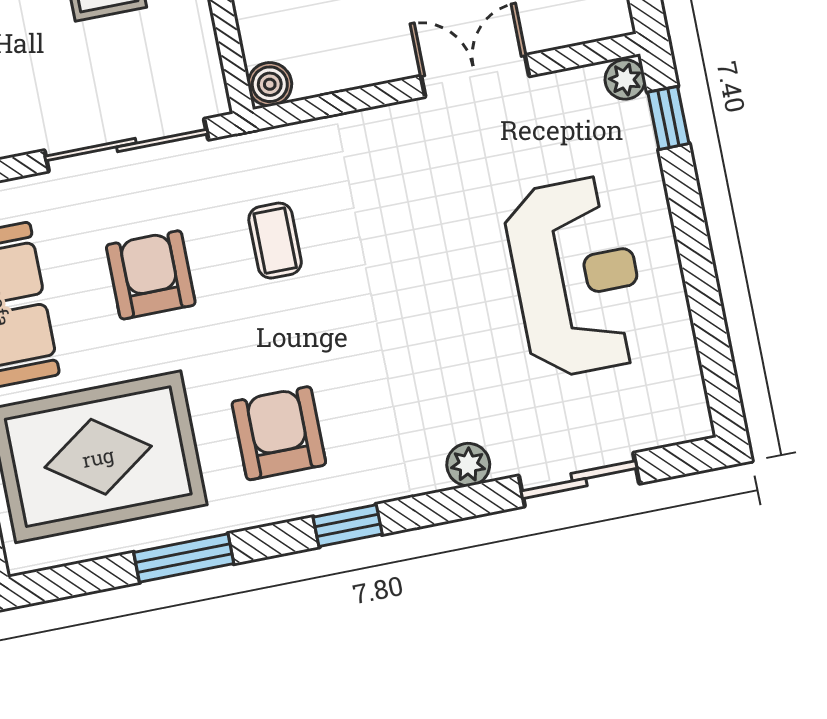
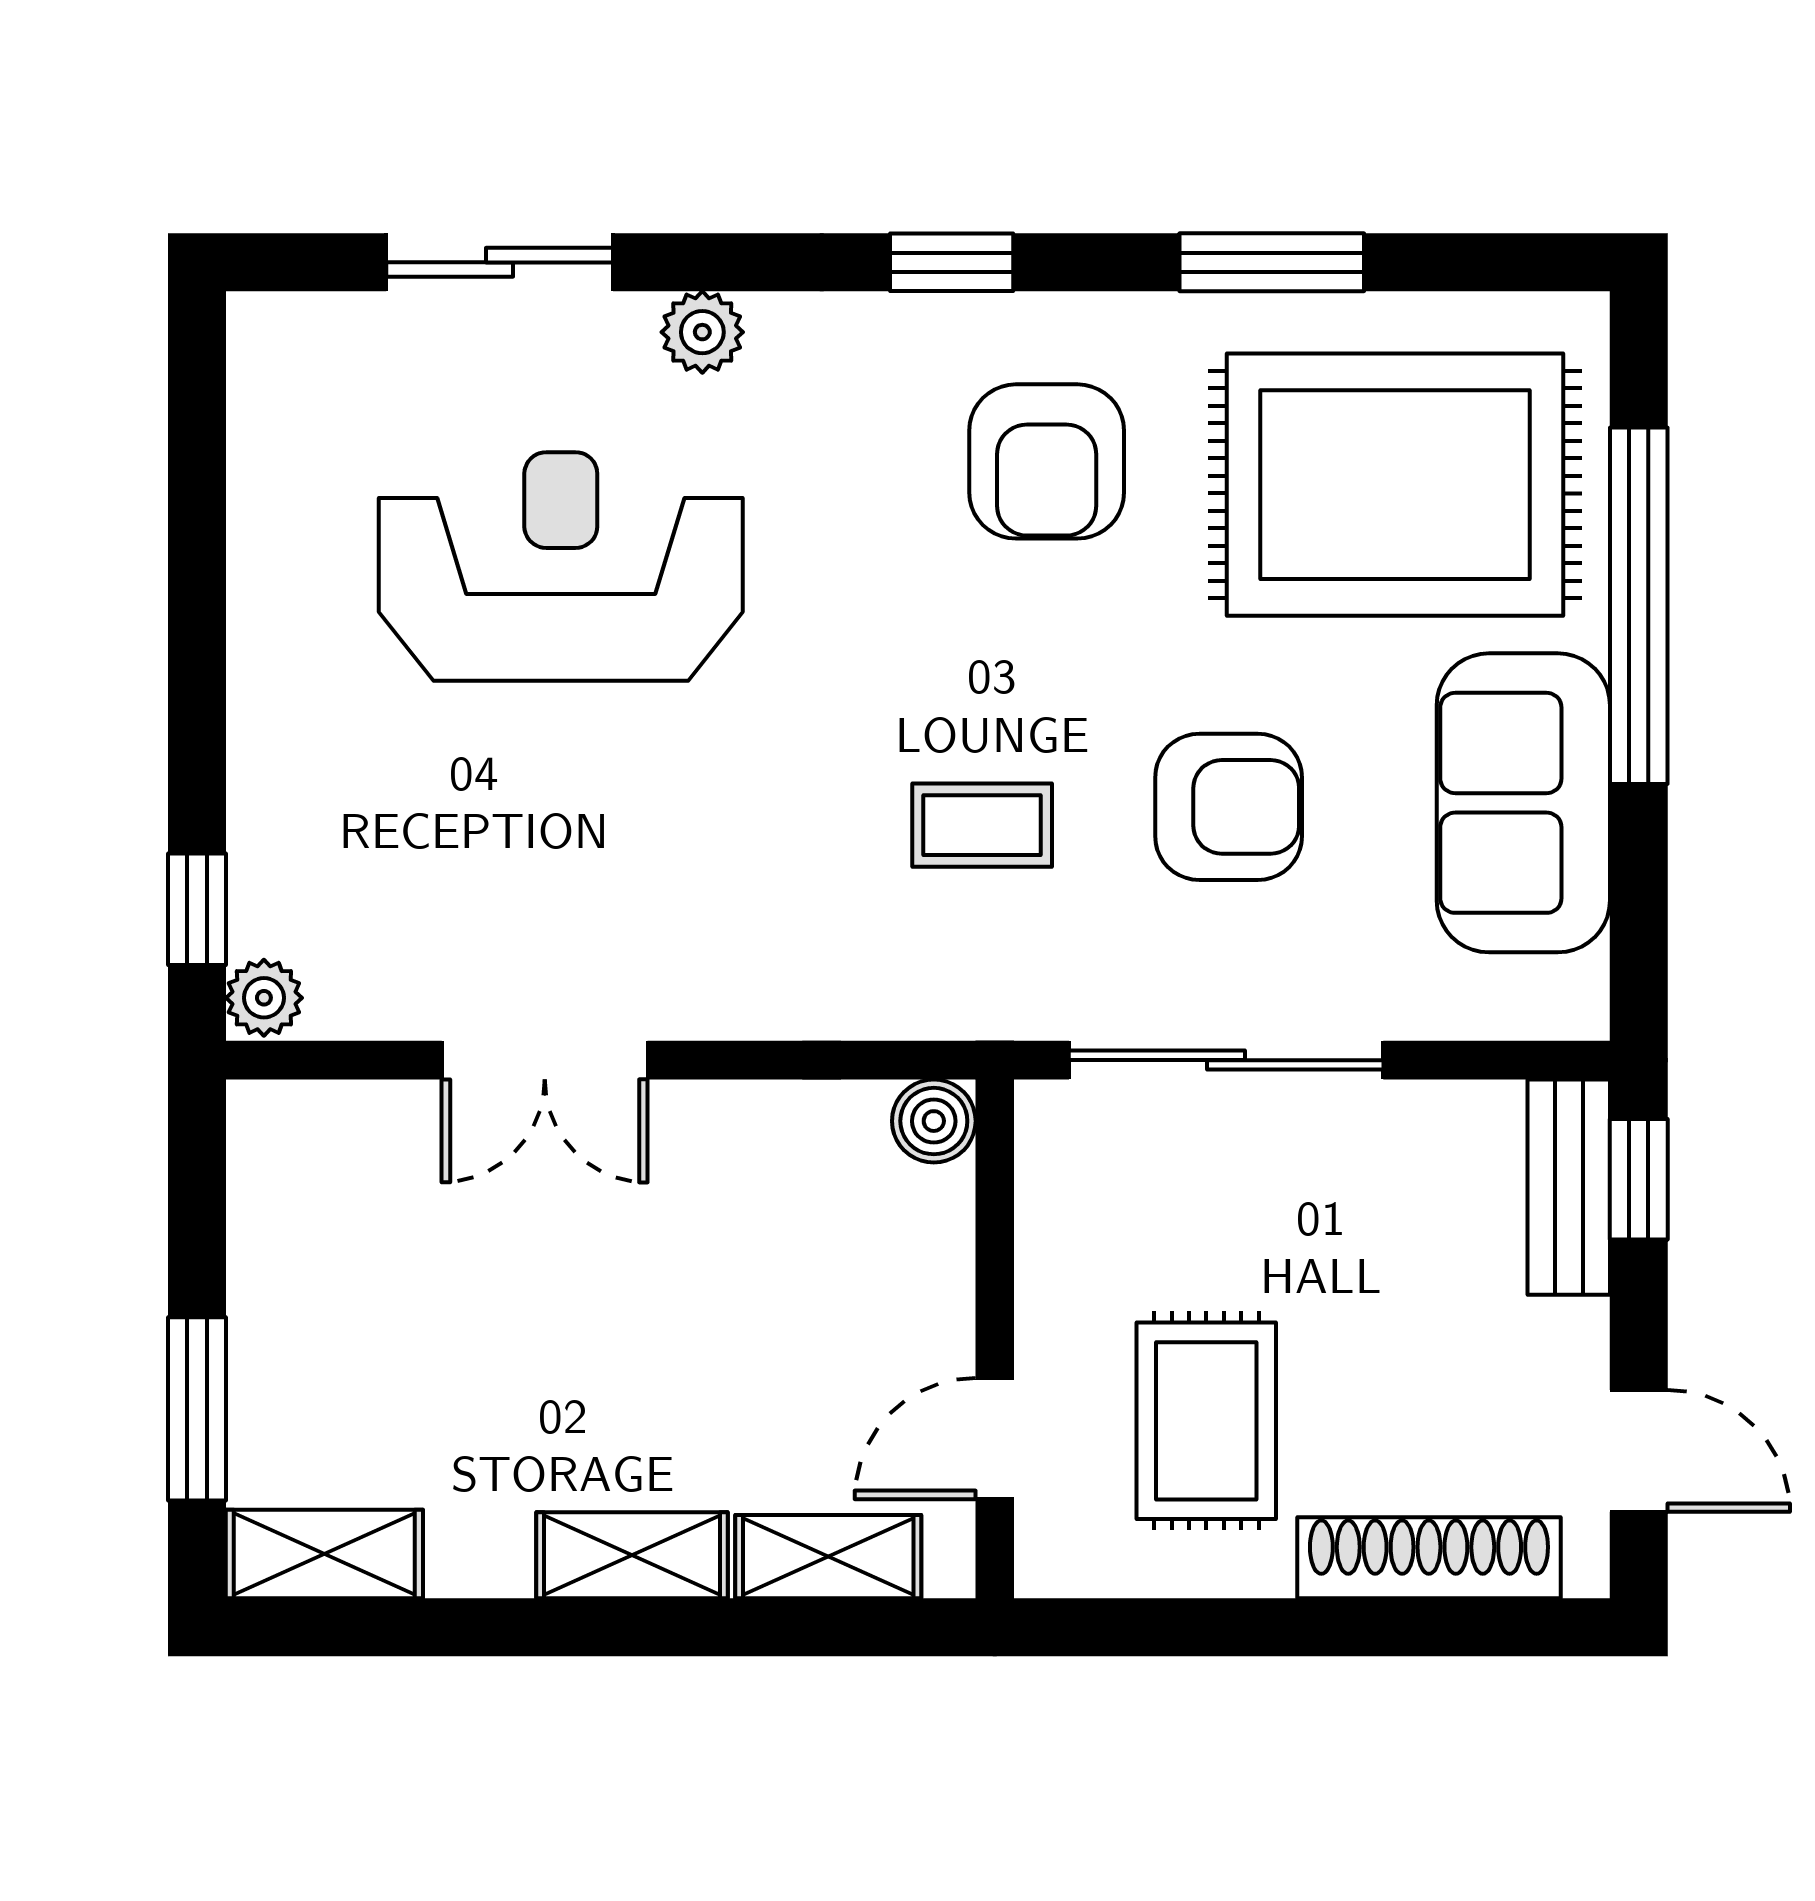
coffee table: (275, 241) -> (982, 825), turned 90
armchair: (151, 275) -> (1229, 807), turned -90
reception desk: (576, 277) -> (561, 566), moved, turned 90

